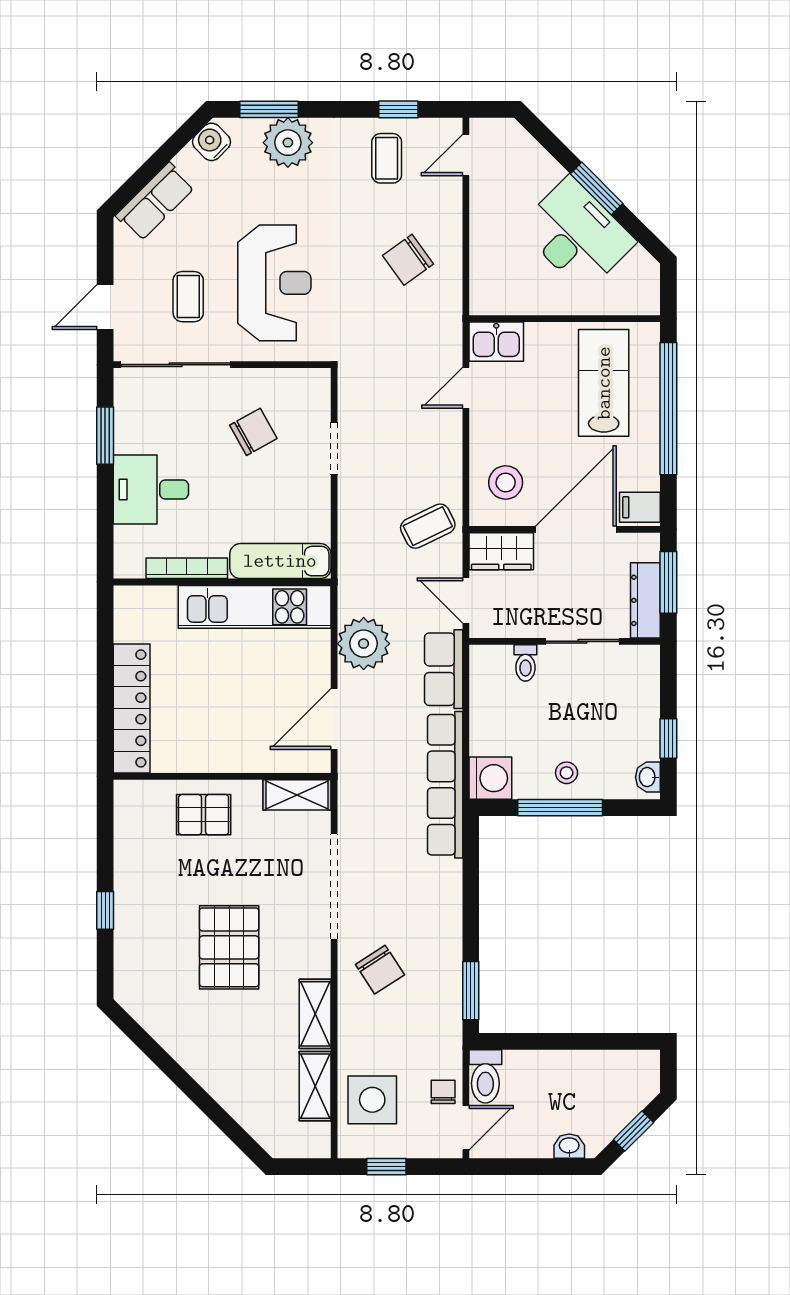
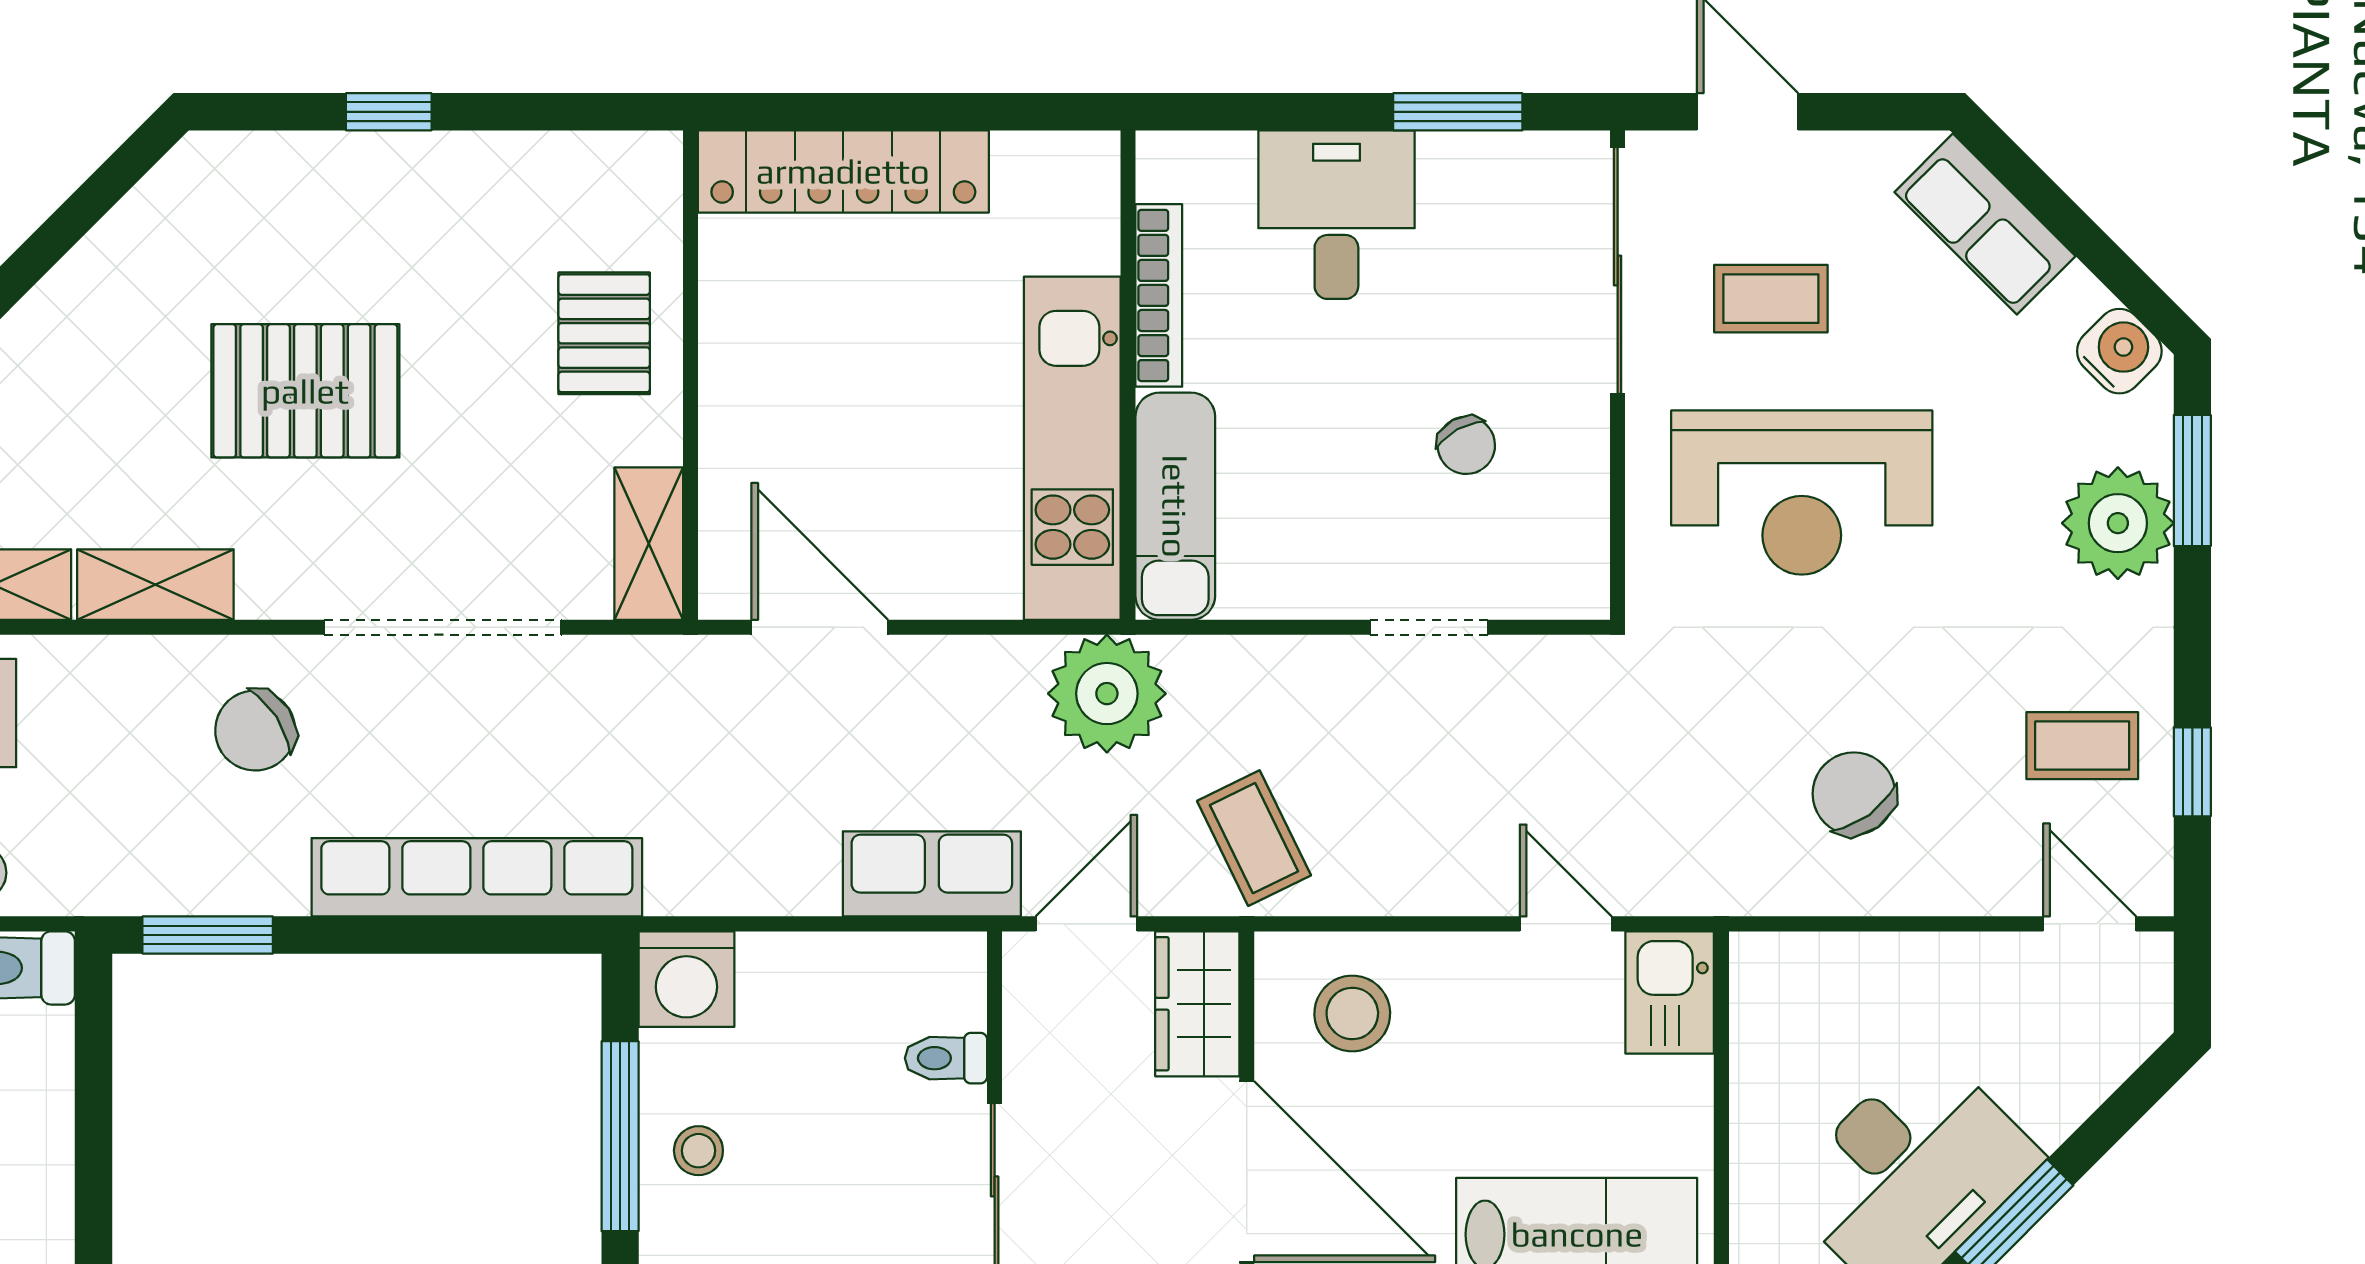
chair: (253, 432) -> (1466, 445), width x0.73, depth x0.73
plant: (364, 644) -> (1107, 694), moved
row of seats: (445, 785) -> (477, 877), moved

